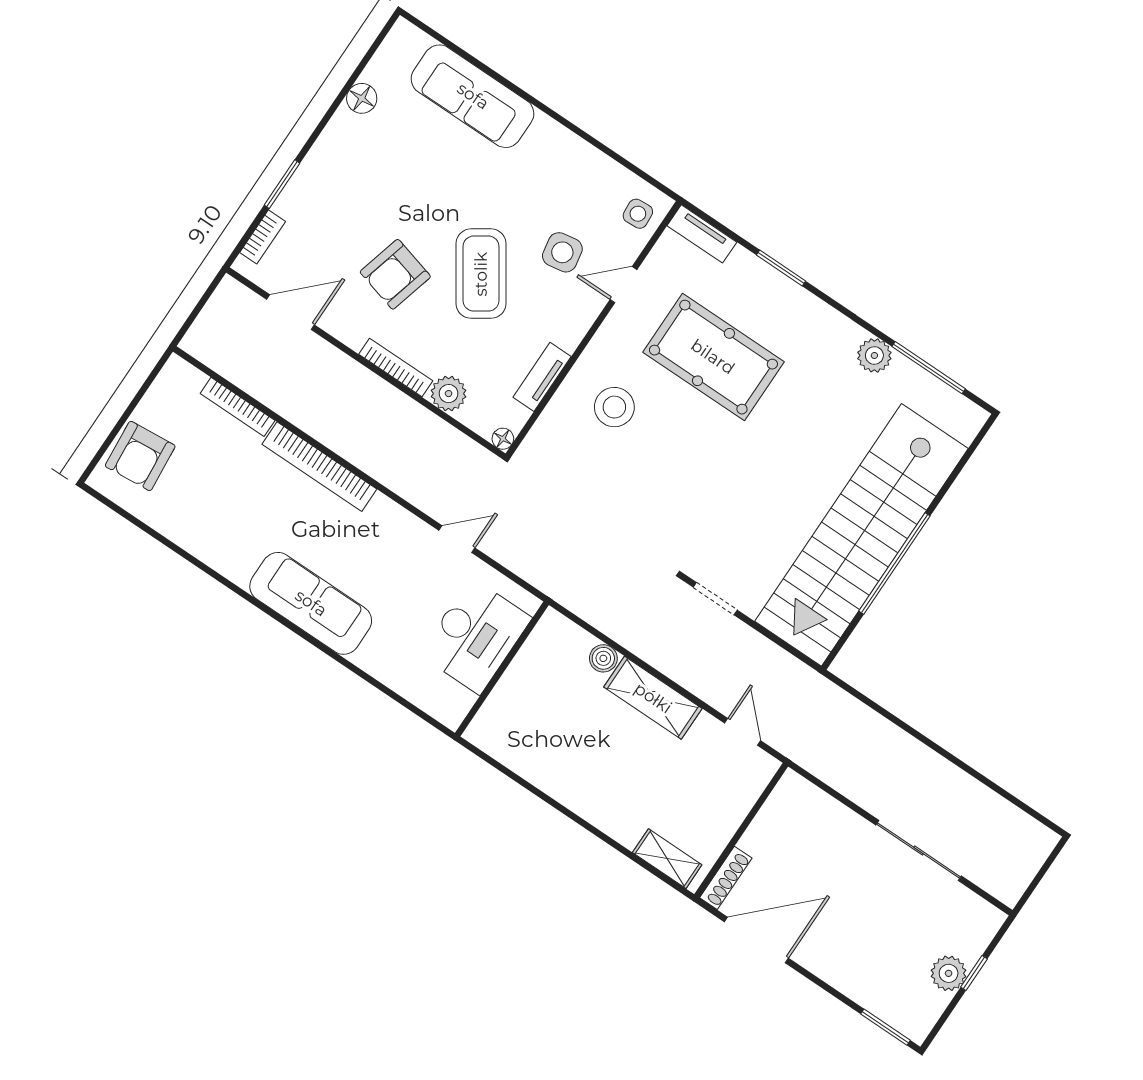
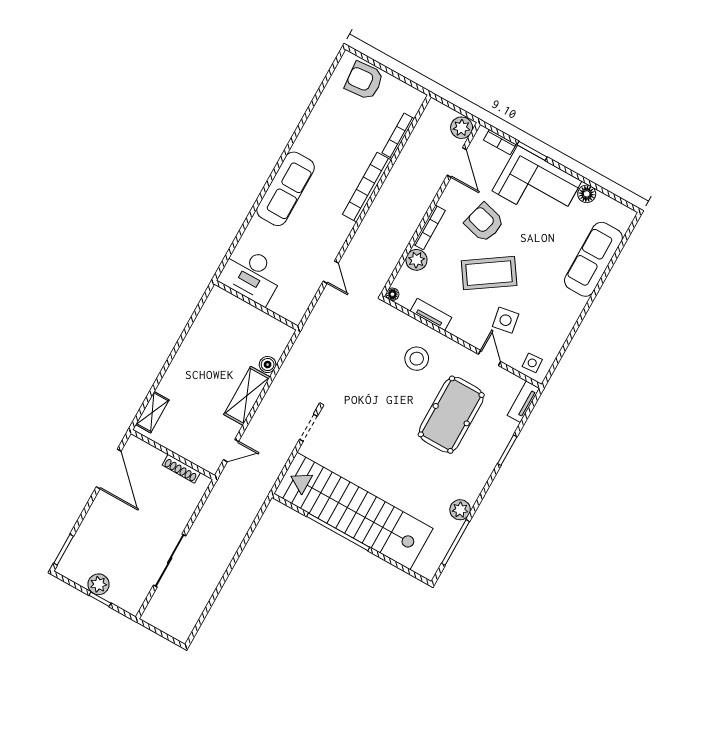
corner sofa: (341, 181) -> (537, 186), added
plant: (233, 299) -> (462, 128), added
desk: (475, 636) -> (251, 275), moved
shoe rack: (726, 878) -> (181, 469), moved

